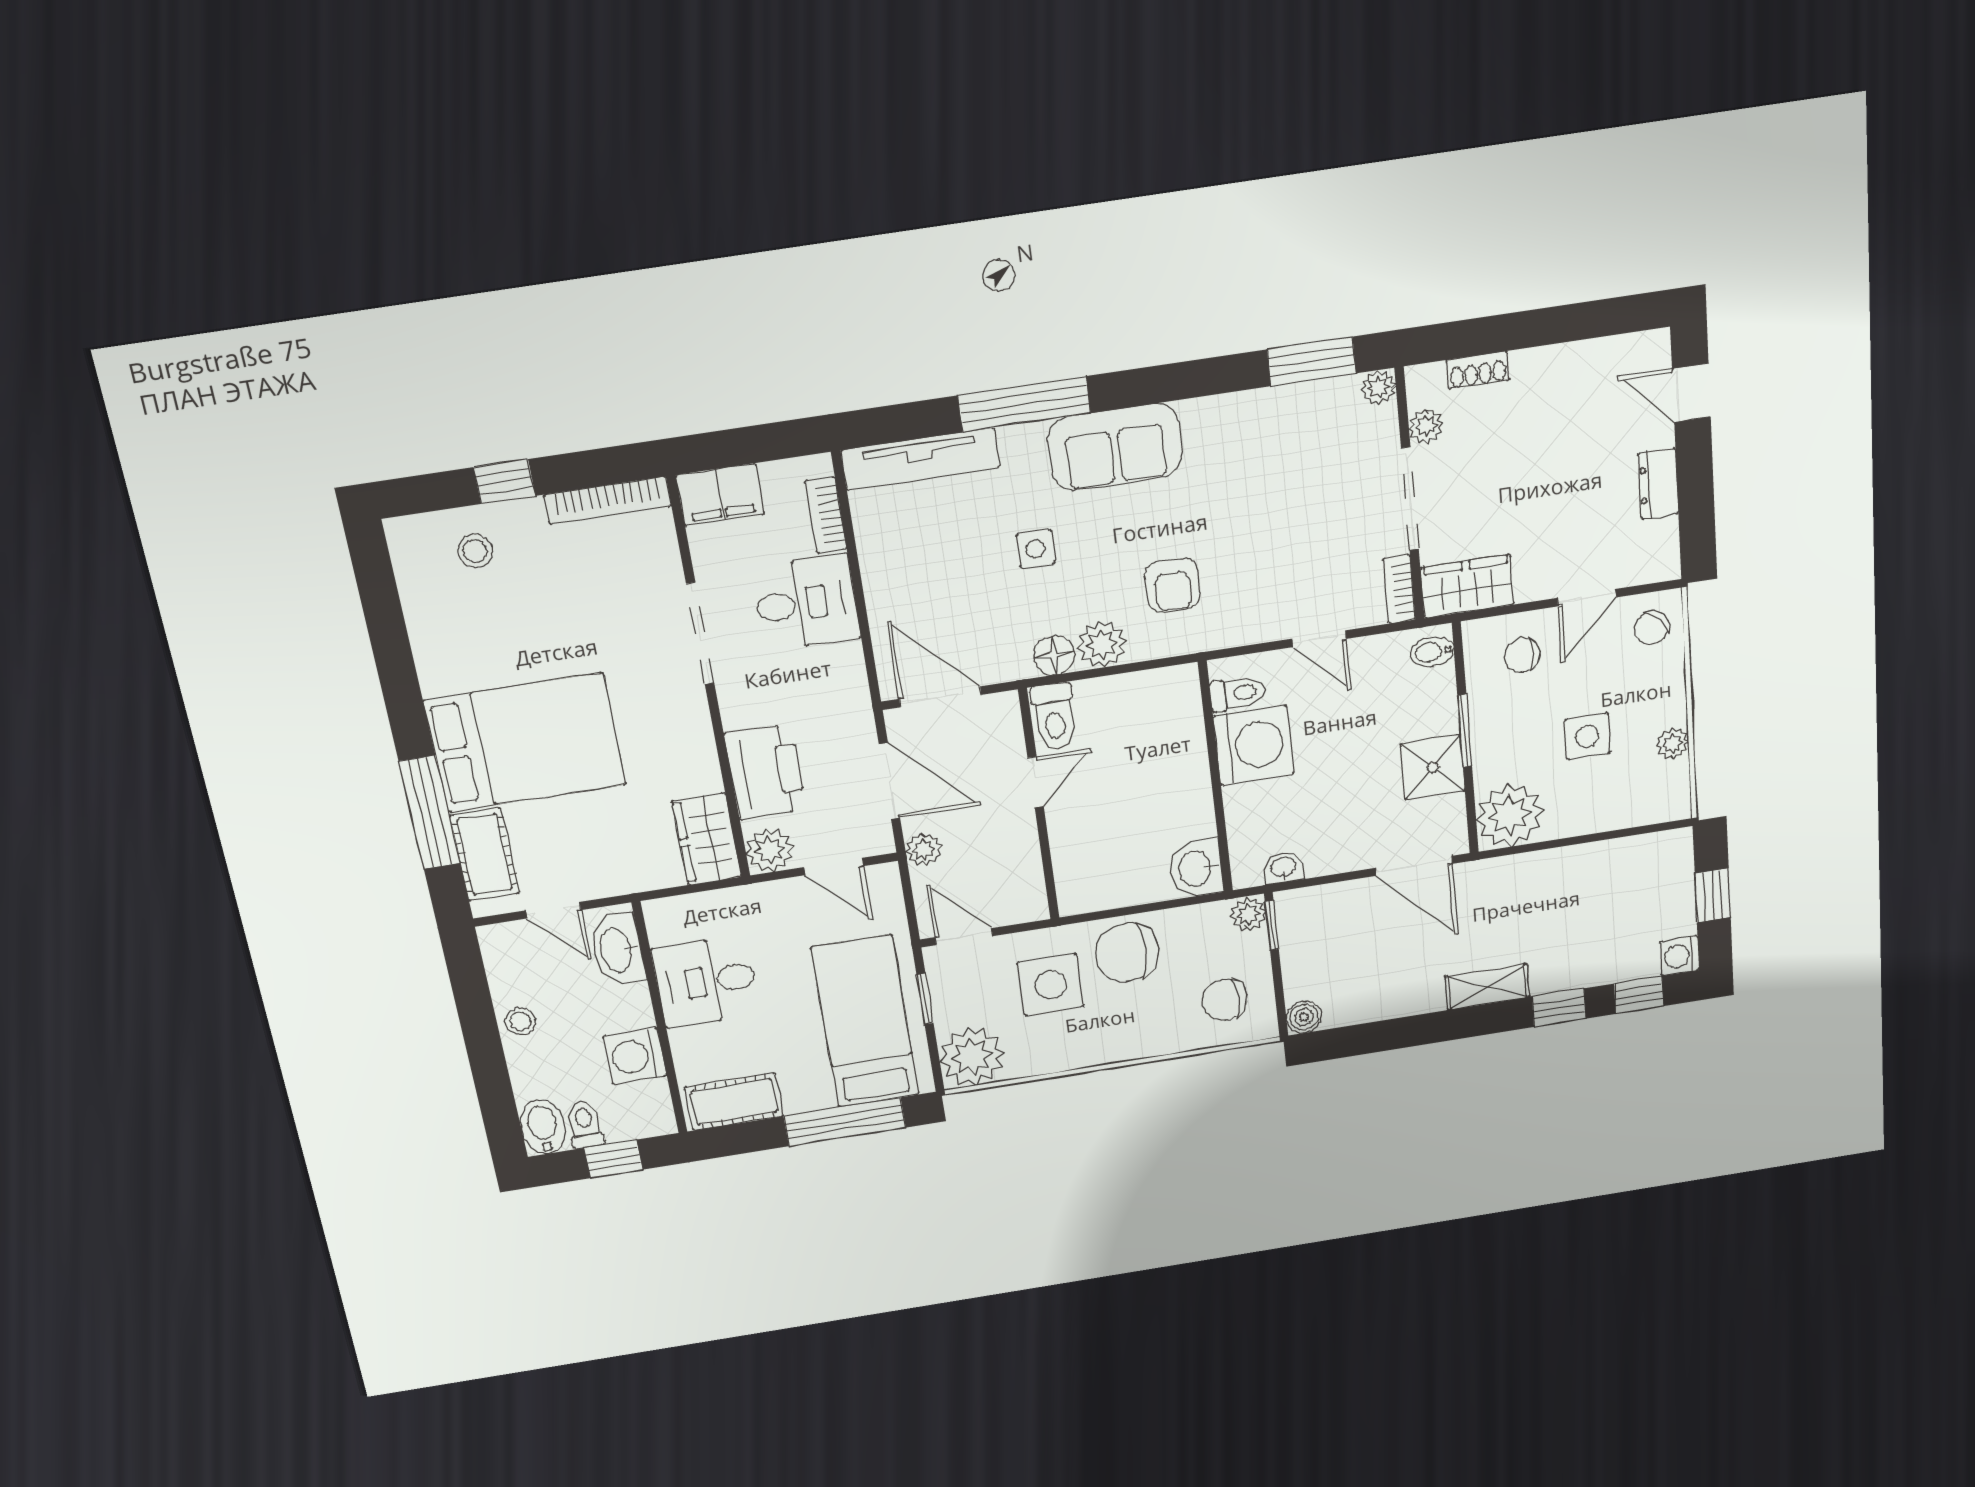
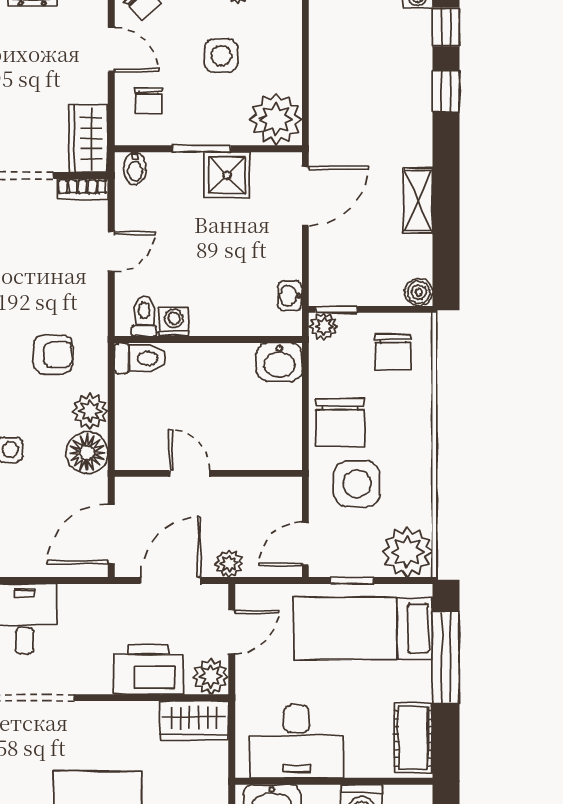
floor lamp: (1054, 655) -> (87, 453), width x1.38, depth x1.38
toilet: (1054, 717) -> (140, 358), moved
washing machine: (1254, 745) -> (174, 321), width x0.53, depth x0.53
desk: (706, 982) -> (296, 741), width x1.37
shelving: (1487, 987) -> (418, 201), moved

